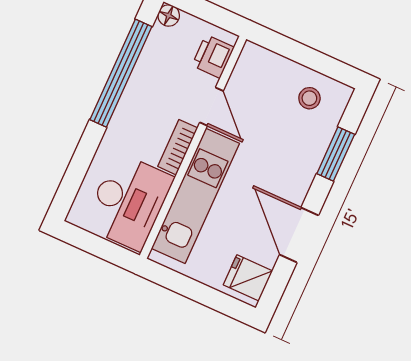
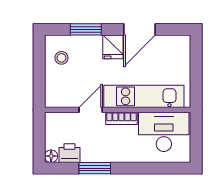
printer: (213, 56) -> (69, 153), moved, turned 180
window: (121, 73) -> (95, 168), width x0.47
fridge: (248, 278) -> (113, 47), moved

